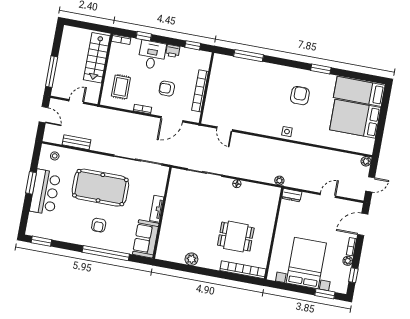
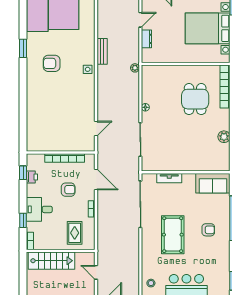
printer: (173, 51) -> (32, 177), moved
window: (249, 56) -> (23, 119), removed
rug: (121, 87) -> (75, 233), turned 90
armchair: (167, 89) -> (68, 190), turned -90
bench: (77, 142) -> (102, 51), moved
pool table: (100, 188) -> (173, 235), width x0.73, depth x0.76
dresser: (292, 195) -> (146, 39), moved
door: (328, 195) -> (140, 20), swing flipped
tv unit: (157, 209) -> (169, 178), moved

